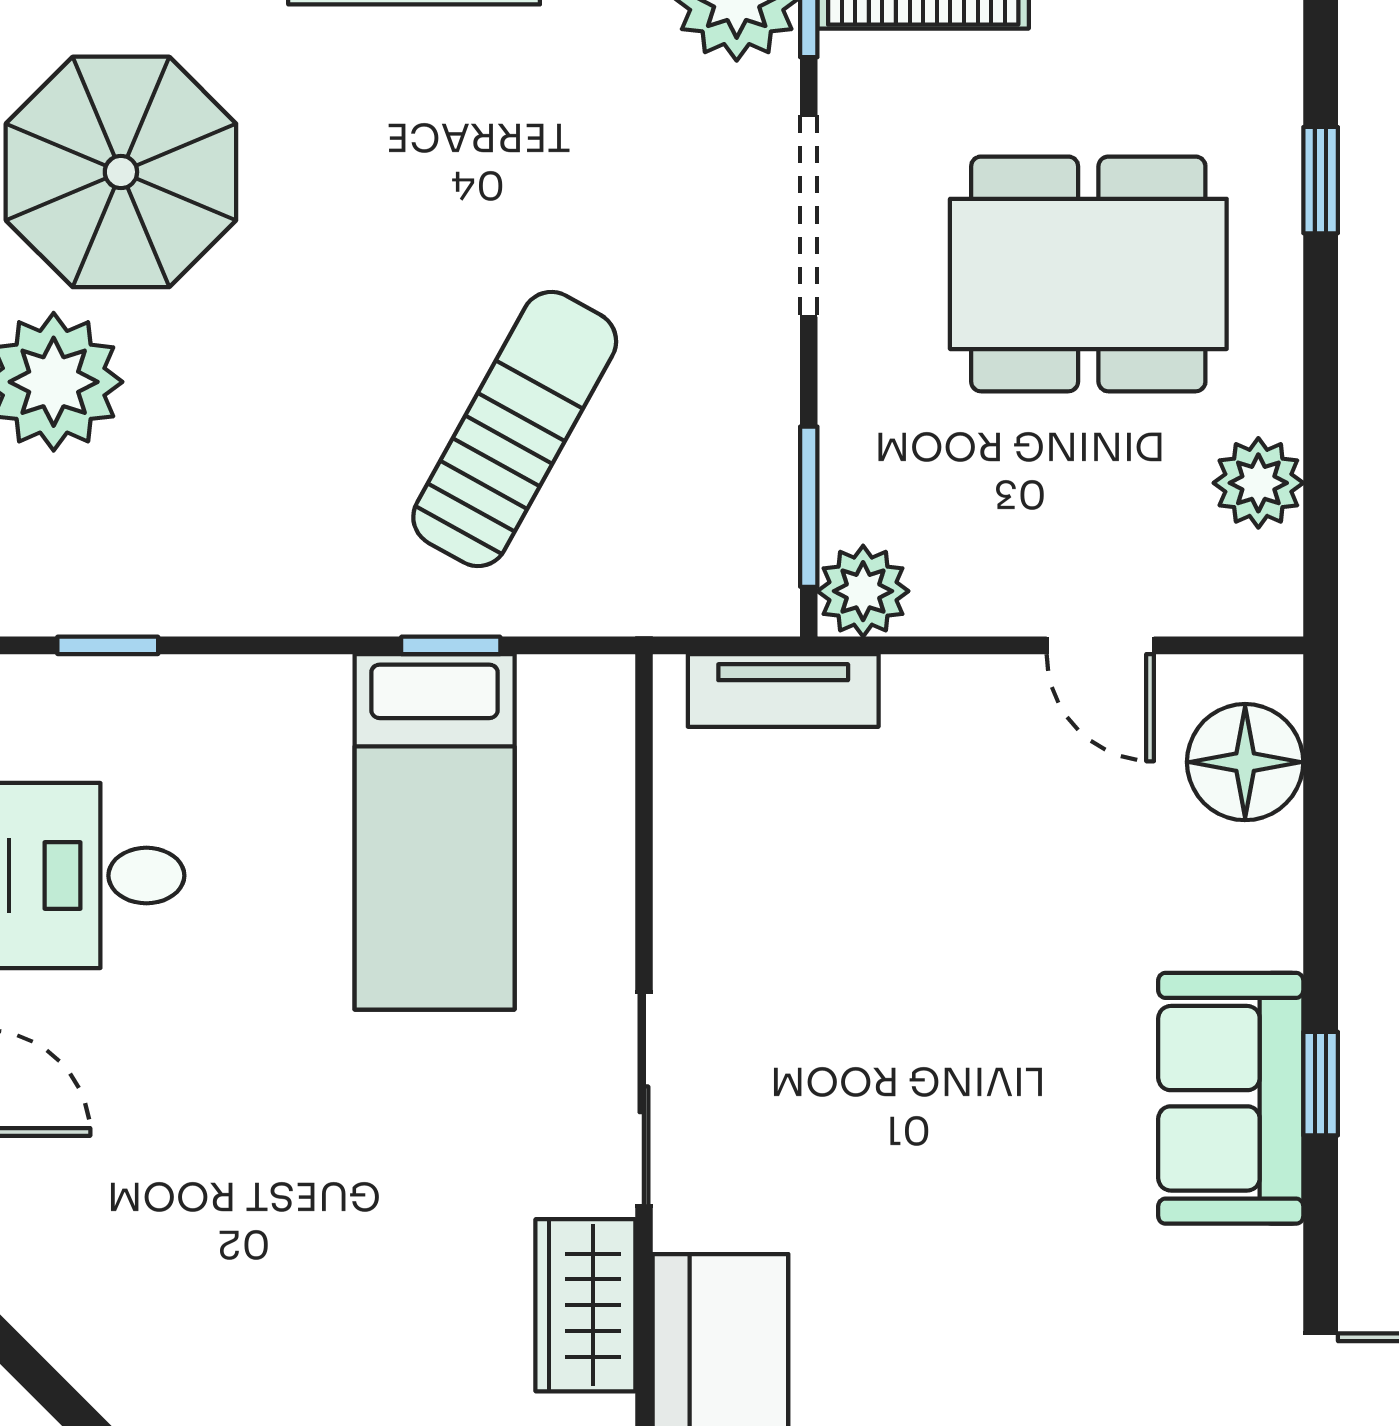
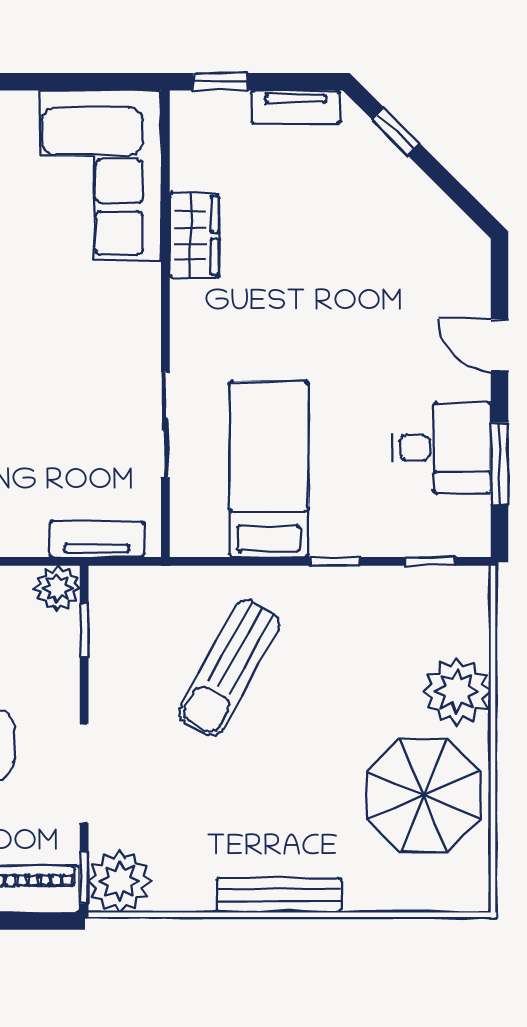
window: (809, 507) -> (84, 630), width x0.67
window: (451, 645) -> (335, 561), moved
sliding door: (644, 1099) -> (165, 425), moved

